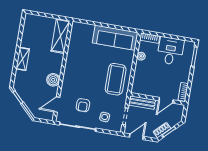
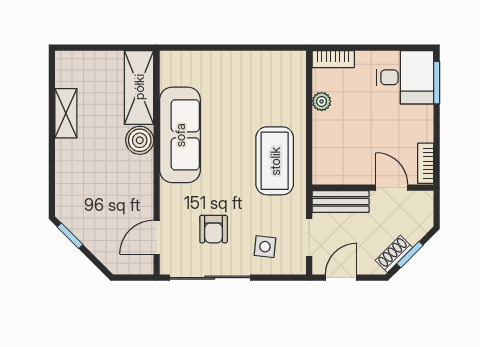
sofa: (115, 38) -> (180, 135), moved, turned -90
desk: (170, 51) -> (405, 77), moved, turned 90
shelving: (23, 59) -> (66, 113), moved
boiler: (53, 80) -> (140, 140), moved
door: (166, 100) -> (392, 188), swing flipped

